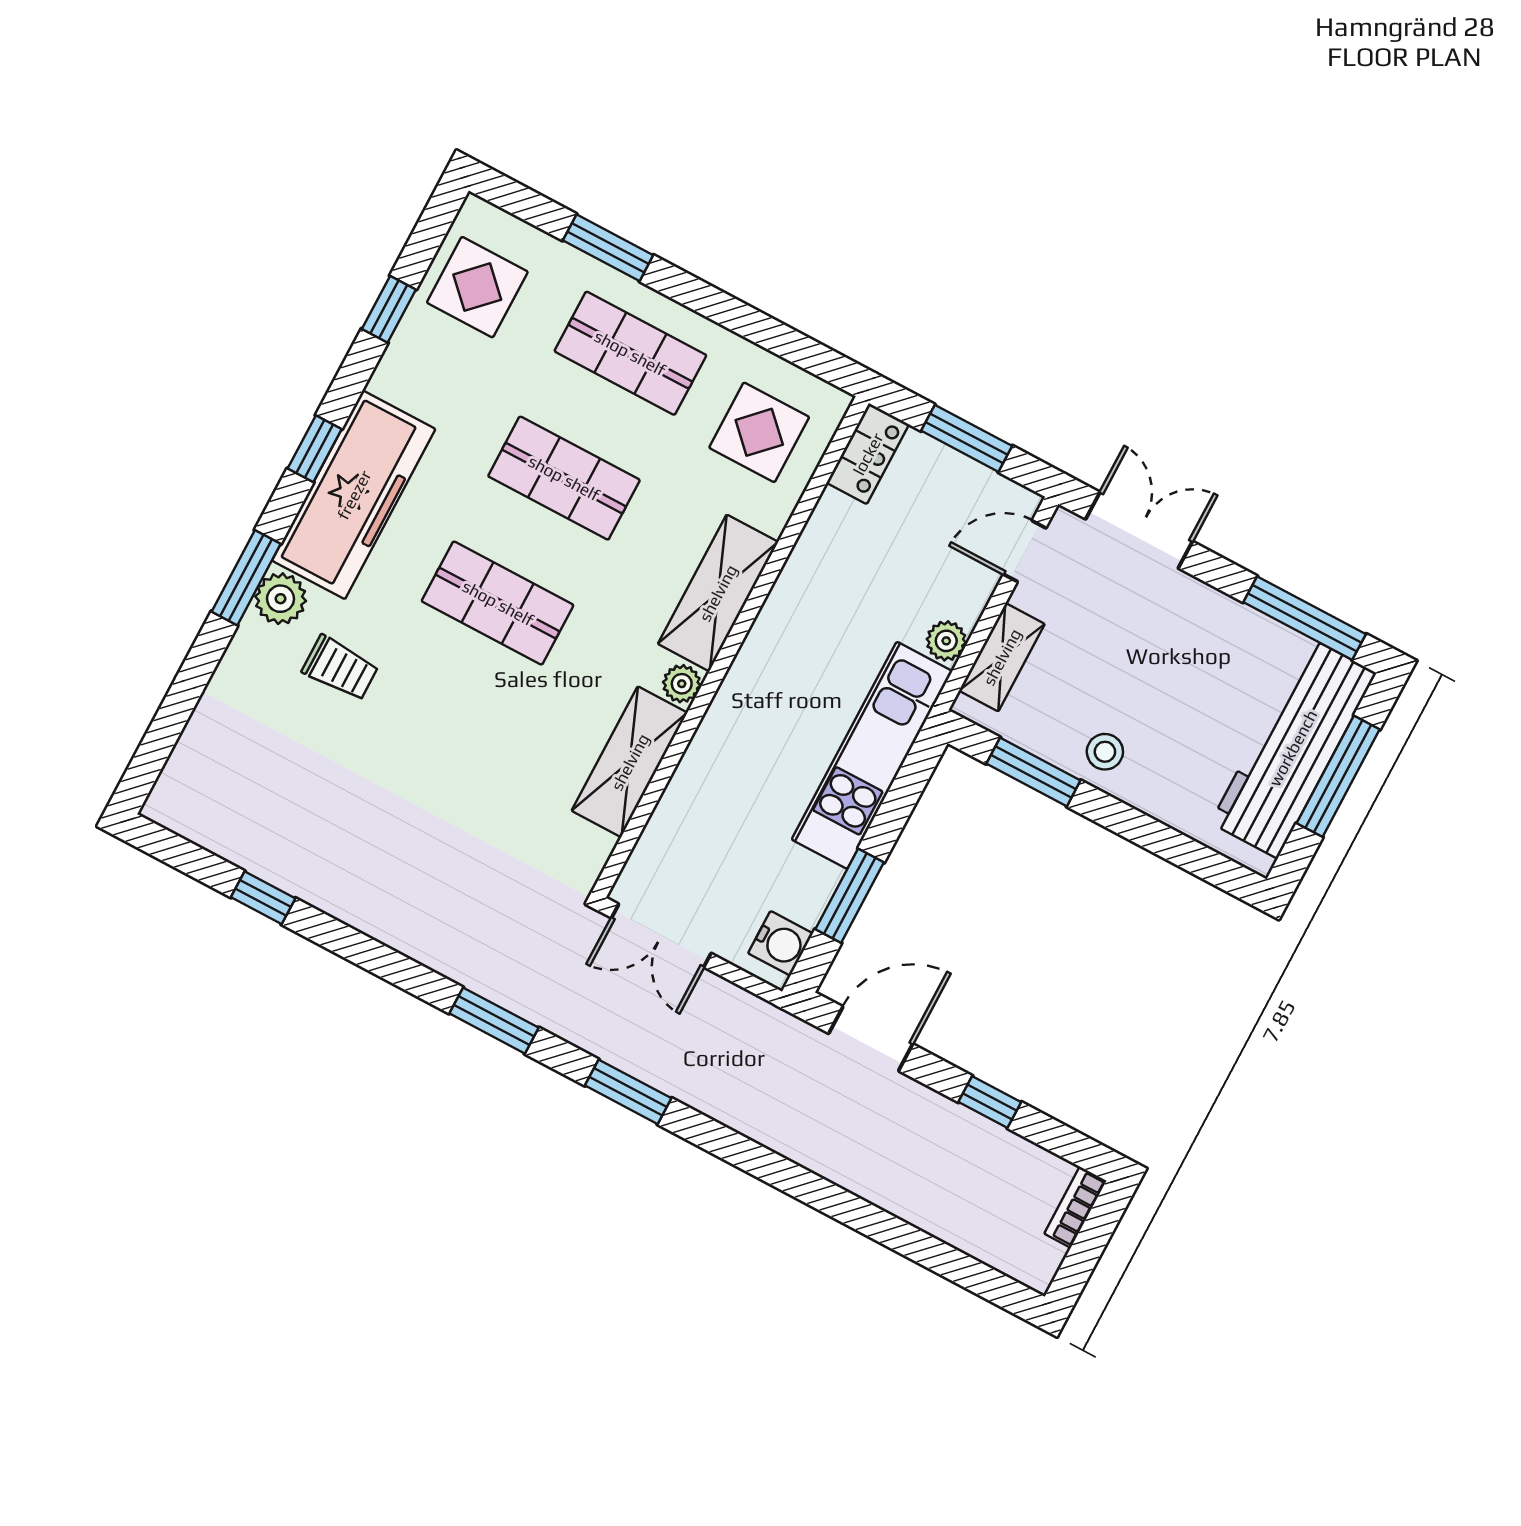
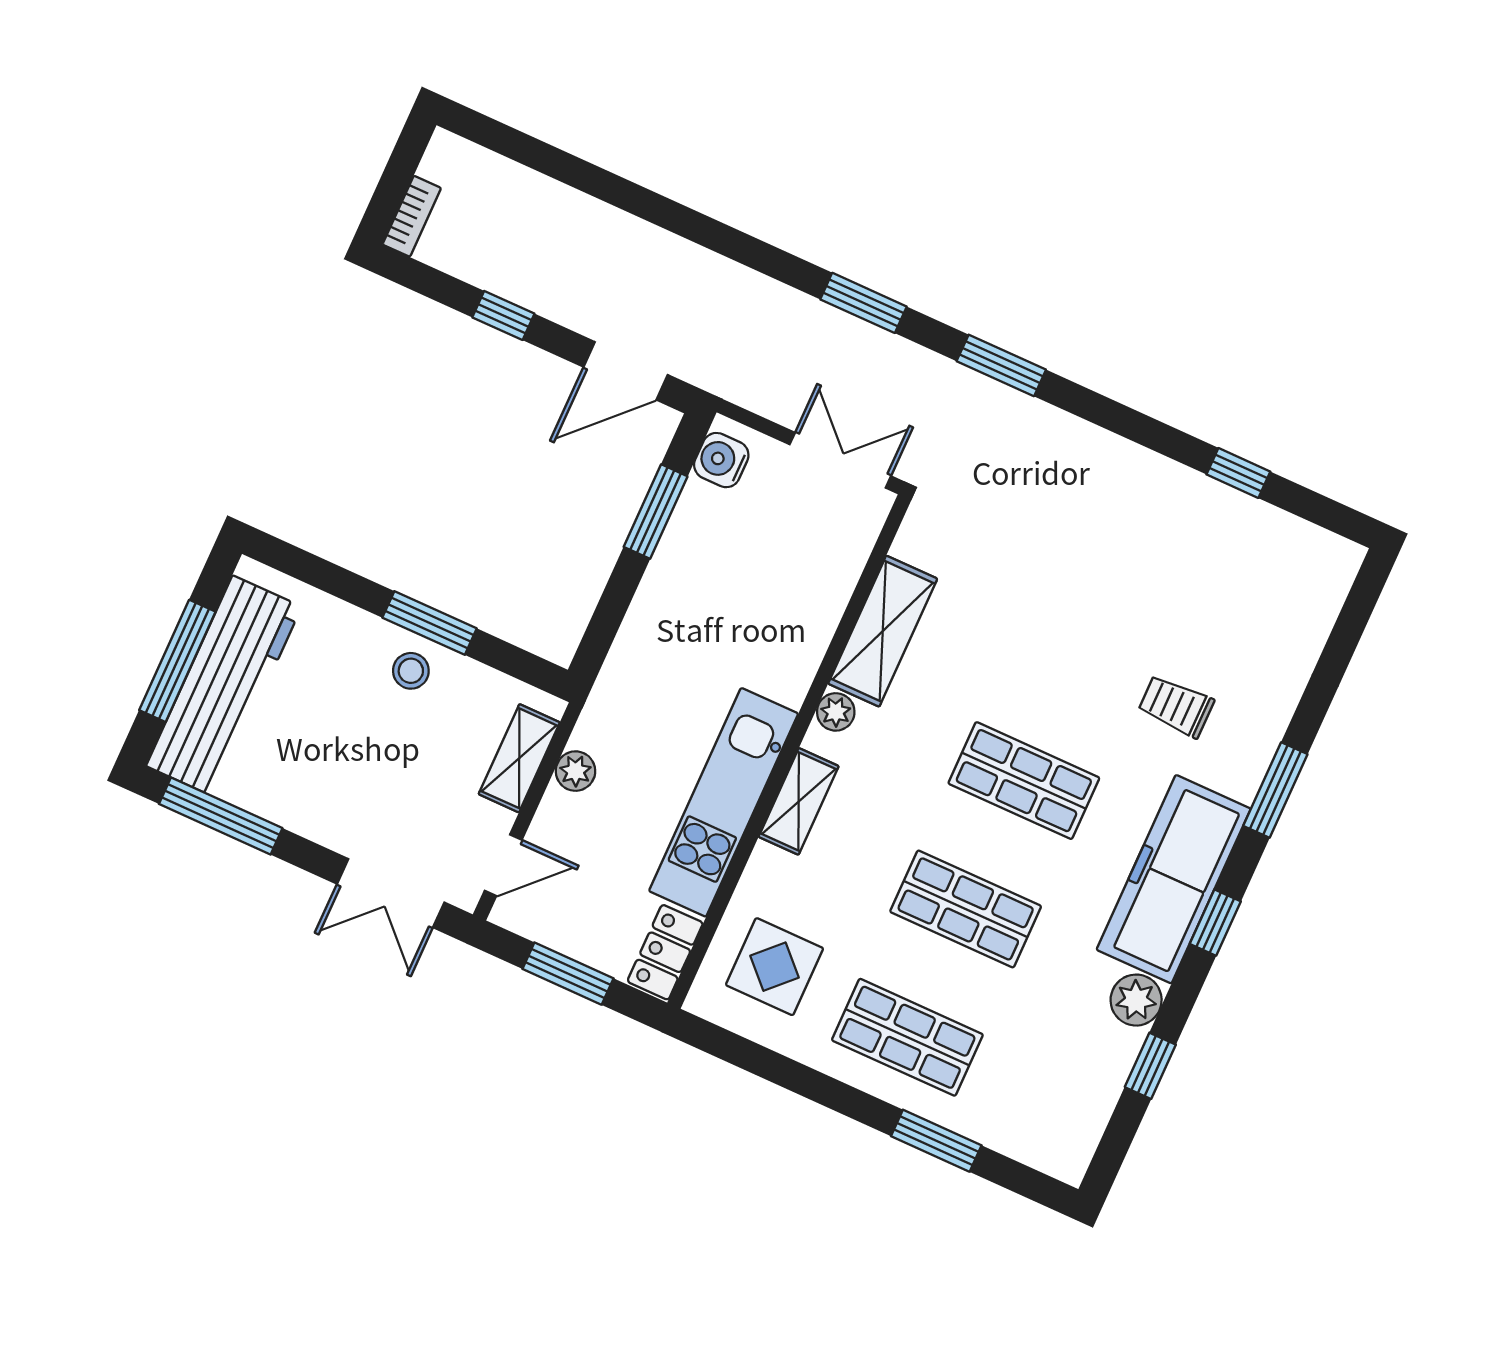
display table: (477, 287) -> (1064, 1093), removed
shelving: (718, 593) -> (799, 801), width x0.67, depth x0.75
plant: (281, 599) -> (1136, 1000), moved
kitchen unit: (872, 755) -> (724, 802), moved, turned 180
window: (1033, 772) -> (430, 623), moved

